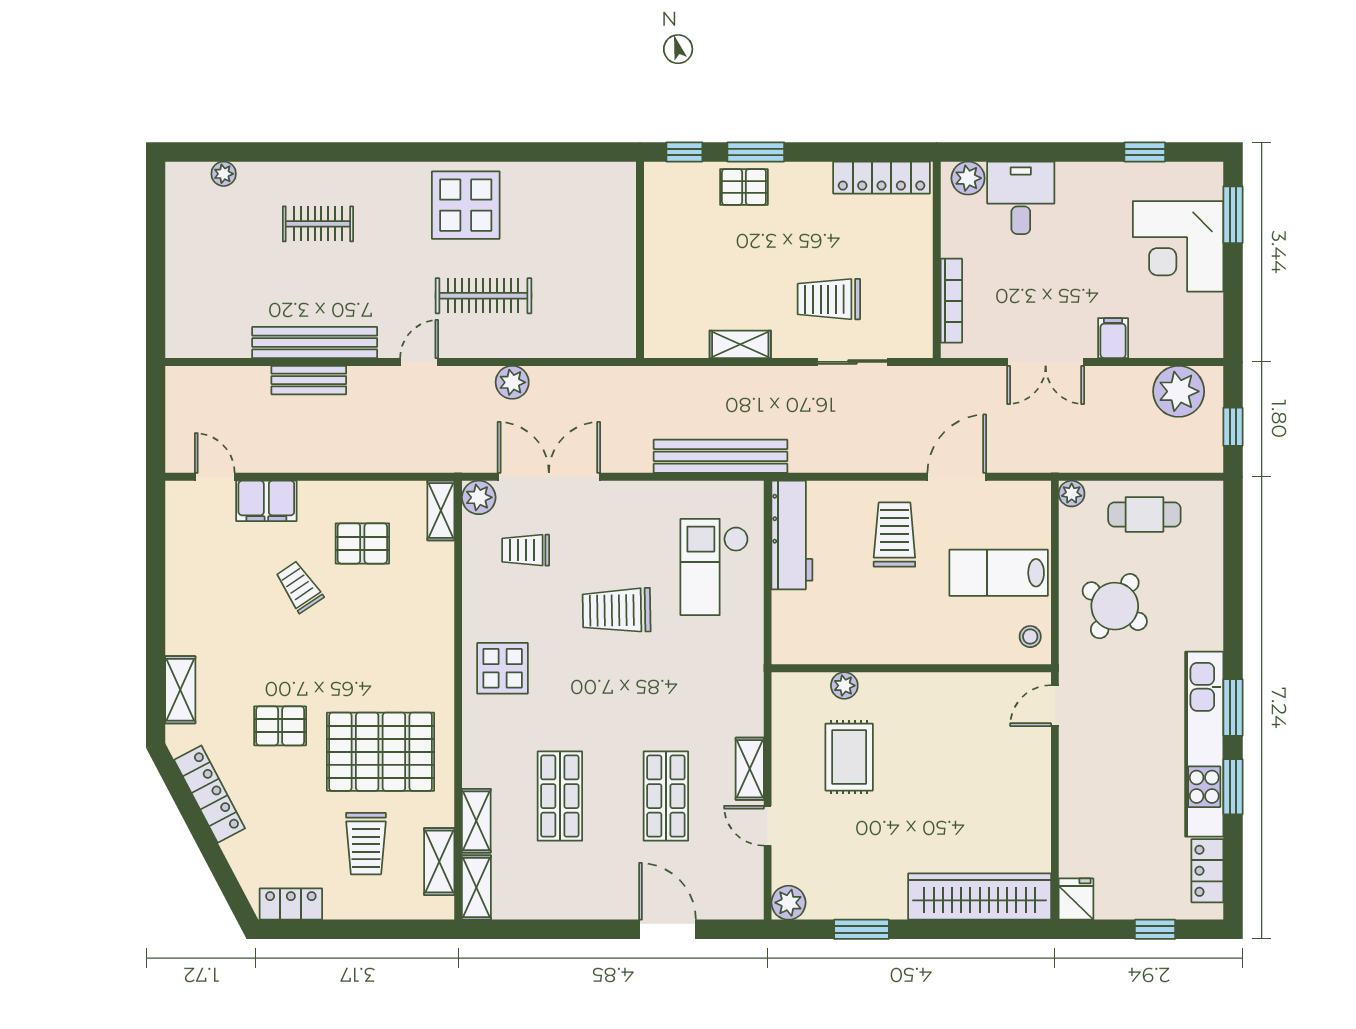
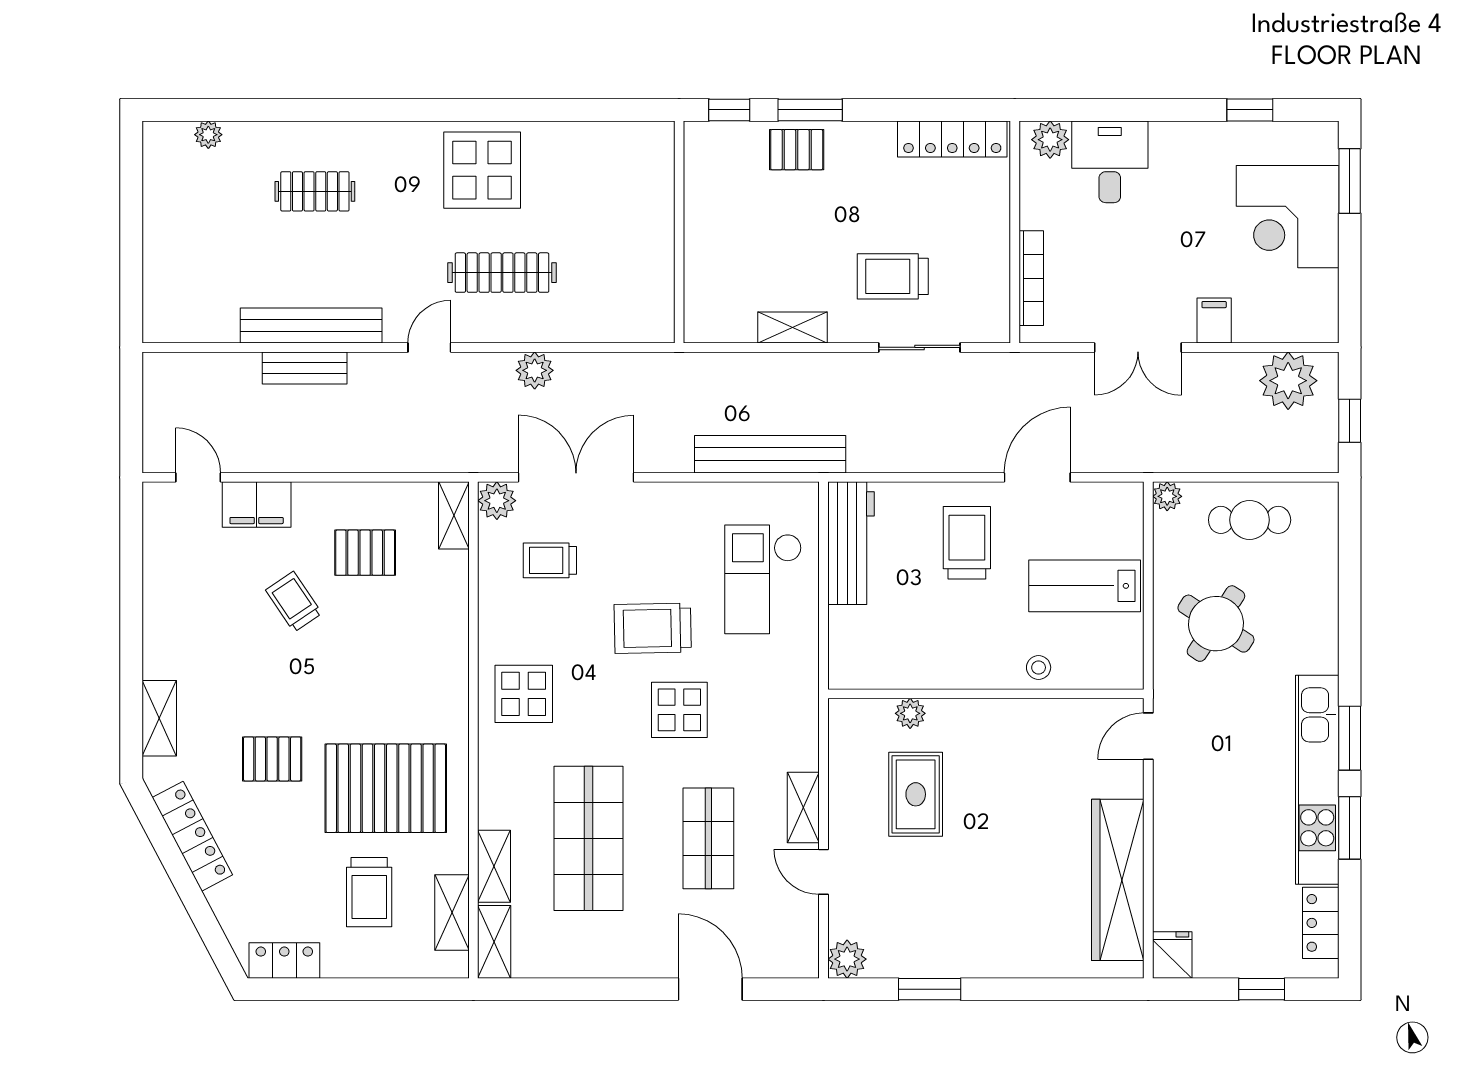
stool: (1030, 637) -> (1039, 667), moved
display table: (640, 682) -> (679, 710), added
shop shelf: (560, 796) -> (588, 838), width x1.43, depth x1.36
wardrobe: (980, 897) -> (1118, 880), moved, turned -90

